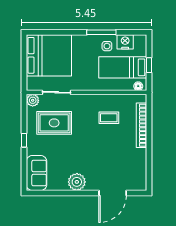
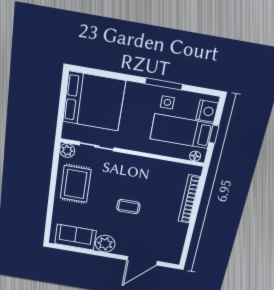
nightstand: (125, 42) -> (207, 111), moved, turned 90
coffee table: (109, 118) -> (128, 207), moved
rug: (54, 123) -> (76, 184), moved, turned 90
window: (24, 140) -> (52, 192), removed
sofa: (36, 173) -> (75, 237), moved, turned -90

